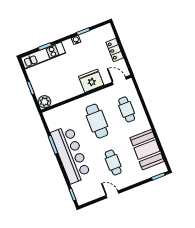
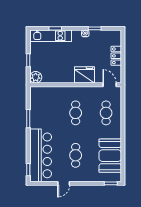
cafe table: (97, 121) -> (76, 113), width x0.73, depth x0.74
bar counter: (71, 154) -> (41, 155), moved
door: (112, 194) -> (64, 183), swing flipped

